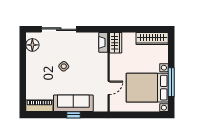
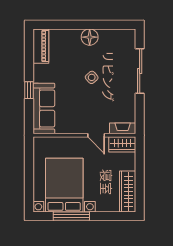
floor lamp: (32, 45) -> (90, 37), moved
door: (109, 88) -> (96, 135), moved
sofa: (73, 103) -> (44, 108), moved

